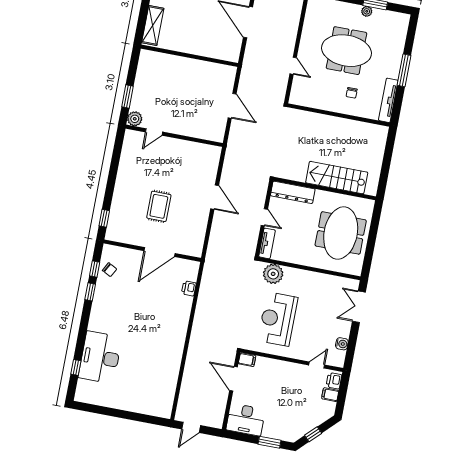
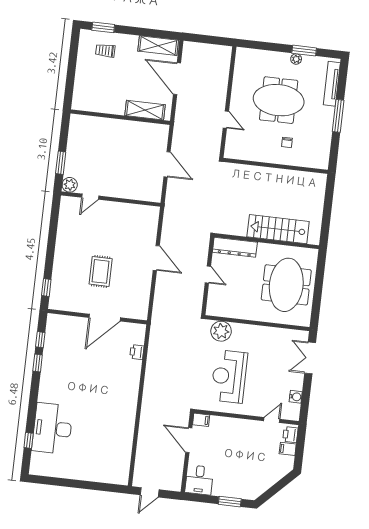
shelving: (153, 25) -> (145, 110), moved, turned 90
tv unit: (388, 100) -> (332, 84), moved
tv unit: (267, 243) -> (213, 301), removed
chair: (110, 270) -> (55, 339), removed
desk: (246, 420) -> (199, 480), width x0.73
window: (313, 434) -> (273, 490), removed

